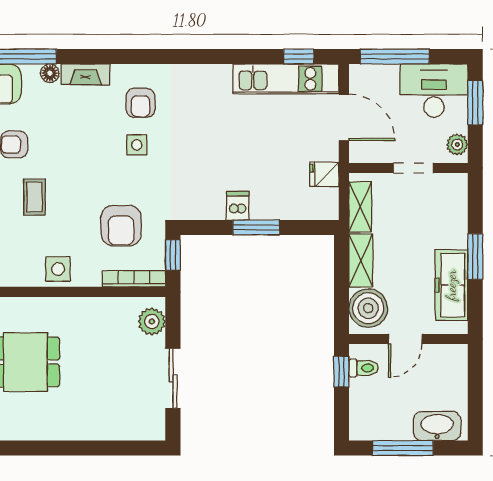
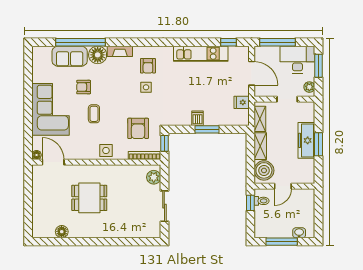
floor lamp: (50, 73) -> (98, 55), width x1.89, depth x1.89
kitchen unit: (286, 79) -> (201, 54), moved
freezer: (451, 285) -> (306, 140), moved
washbasin: (437, 426) -> (299, 233), width x0.52, depth x0.69

